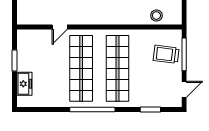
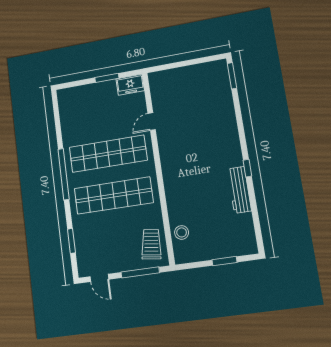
door: (60, 27) -> (152, 122), hinge flipped
trolley: (166, 54) -> (151, 244), moved
freezer: (24, 84) -> (130, 85), moved

